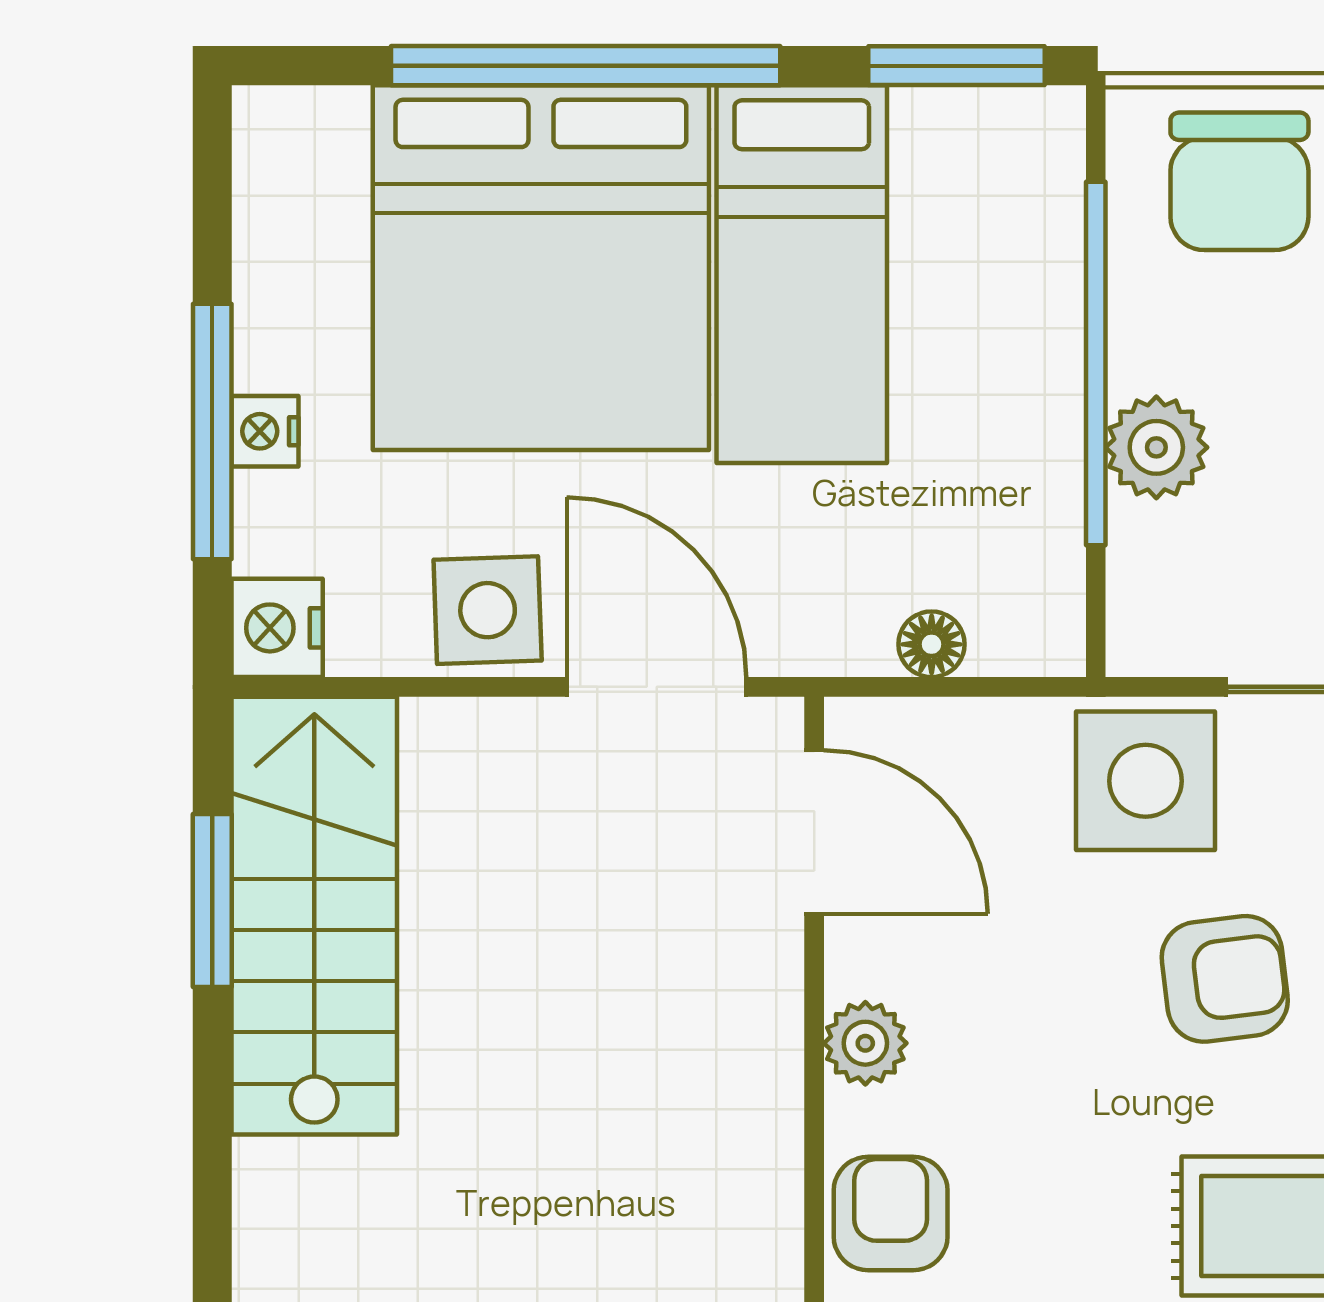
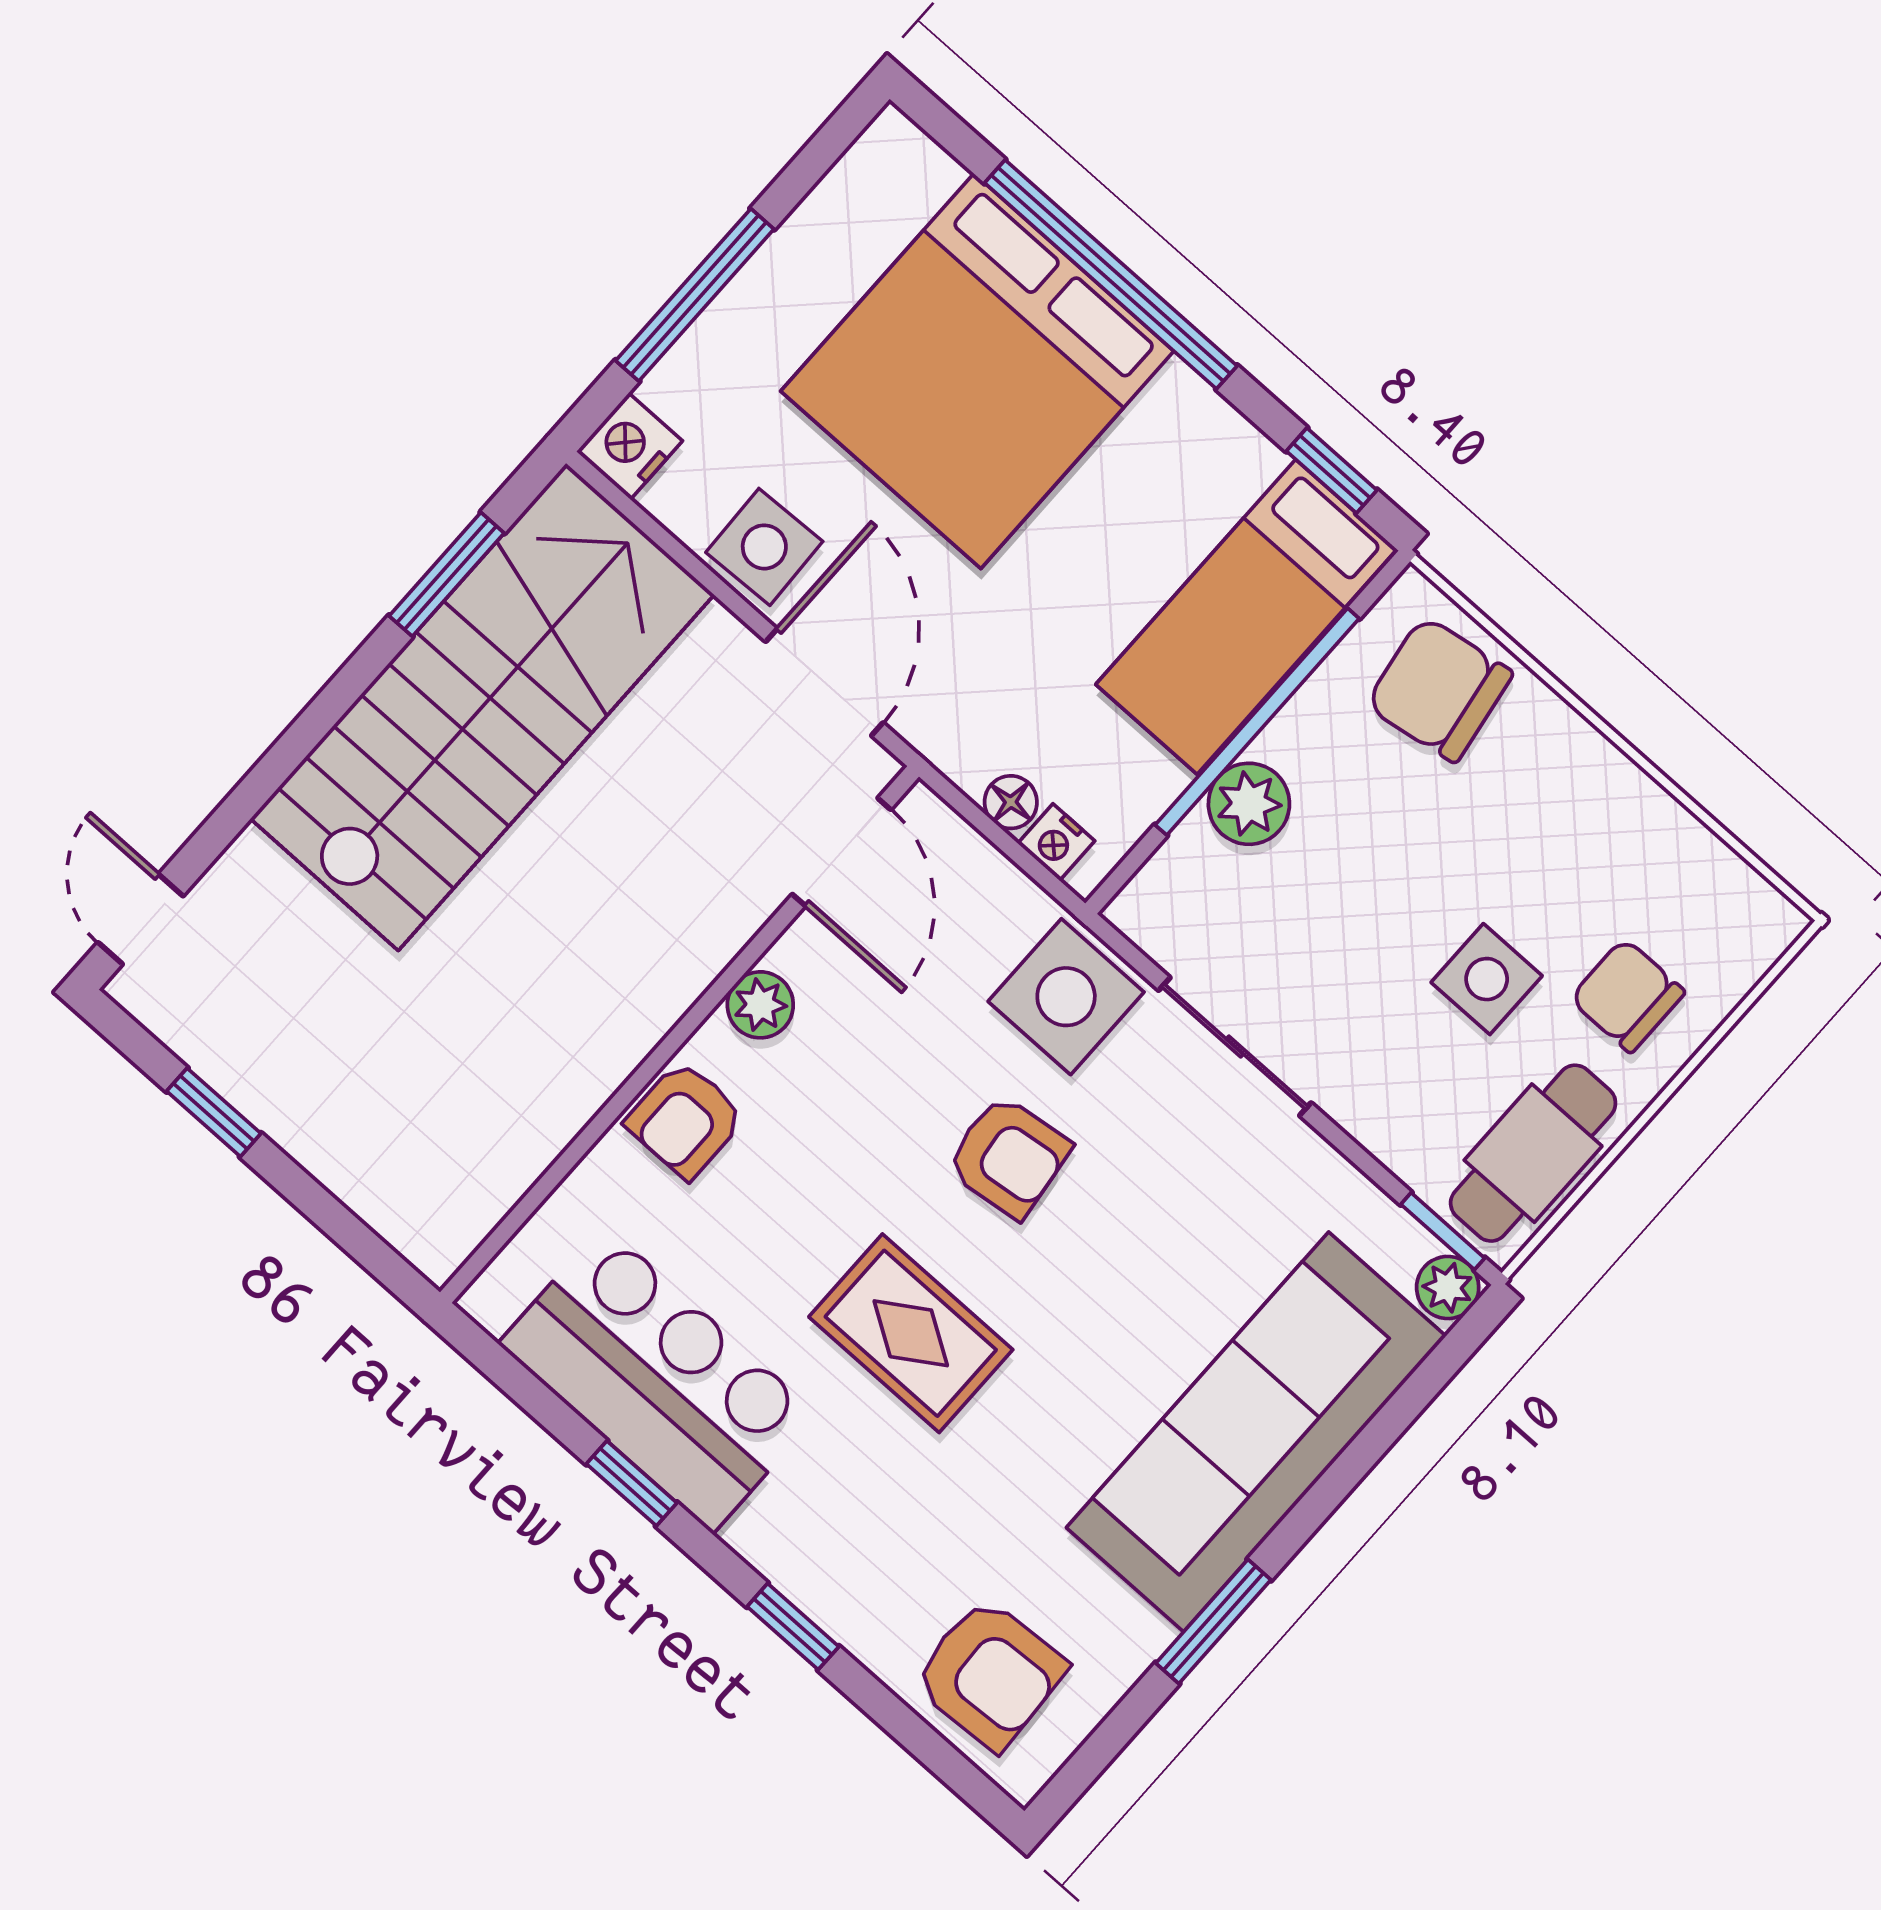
window: (956, 66) -> (1332, 471), width x0.67
chair: (1239, 181) -> (1439, 689), turned 81
bed: (802, 274) -> (1246, 617), moved
nightstand: (265, 431) -> (1056, 842), moved, turned -90
stairs: (314, 916) -> (482, 707), width x1.36, depth x1.51
armchair: (891, 1214) -> (685, 1120), turned 180

